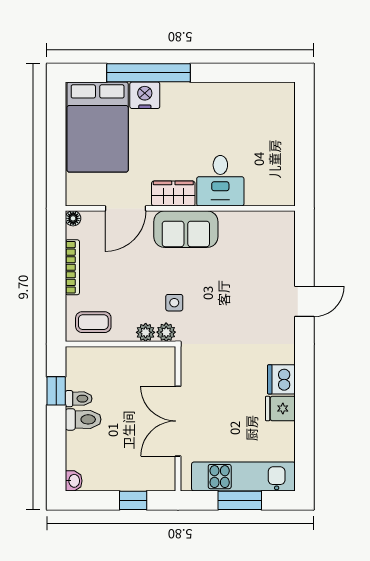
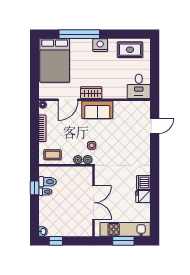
nightstand: (145, 95) -> (100, 45), moved
rug: (254, 105) -> (130, 50), added
desk: (220, 181) -> (139, 86), moved
door: (304, 301) -> (155, 126), moved
toilet: (83, 419) -> (48, 182), moved
double door: (178, 421) -> (93, 203), swing flipped
window: (133, 500) -> (56, 241), moved

